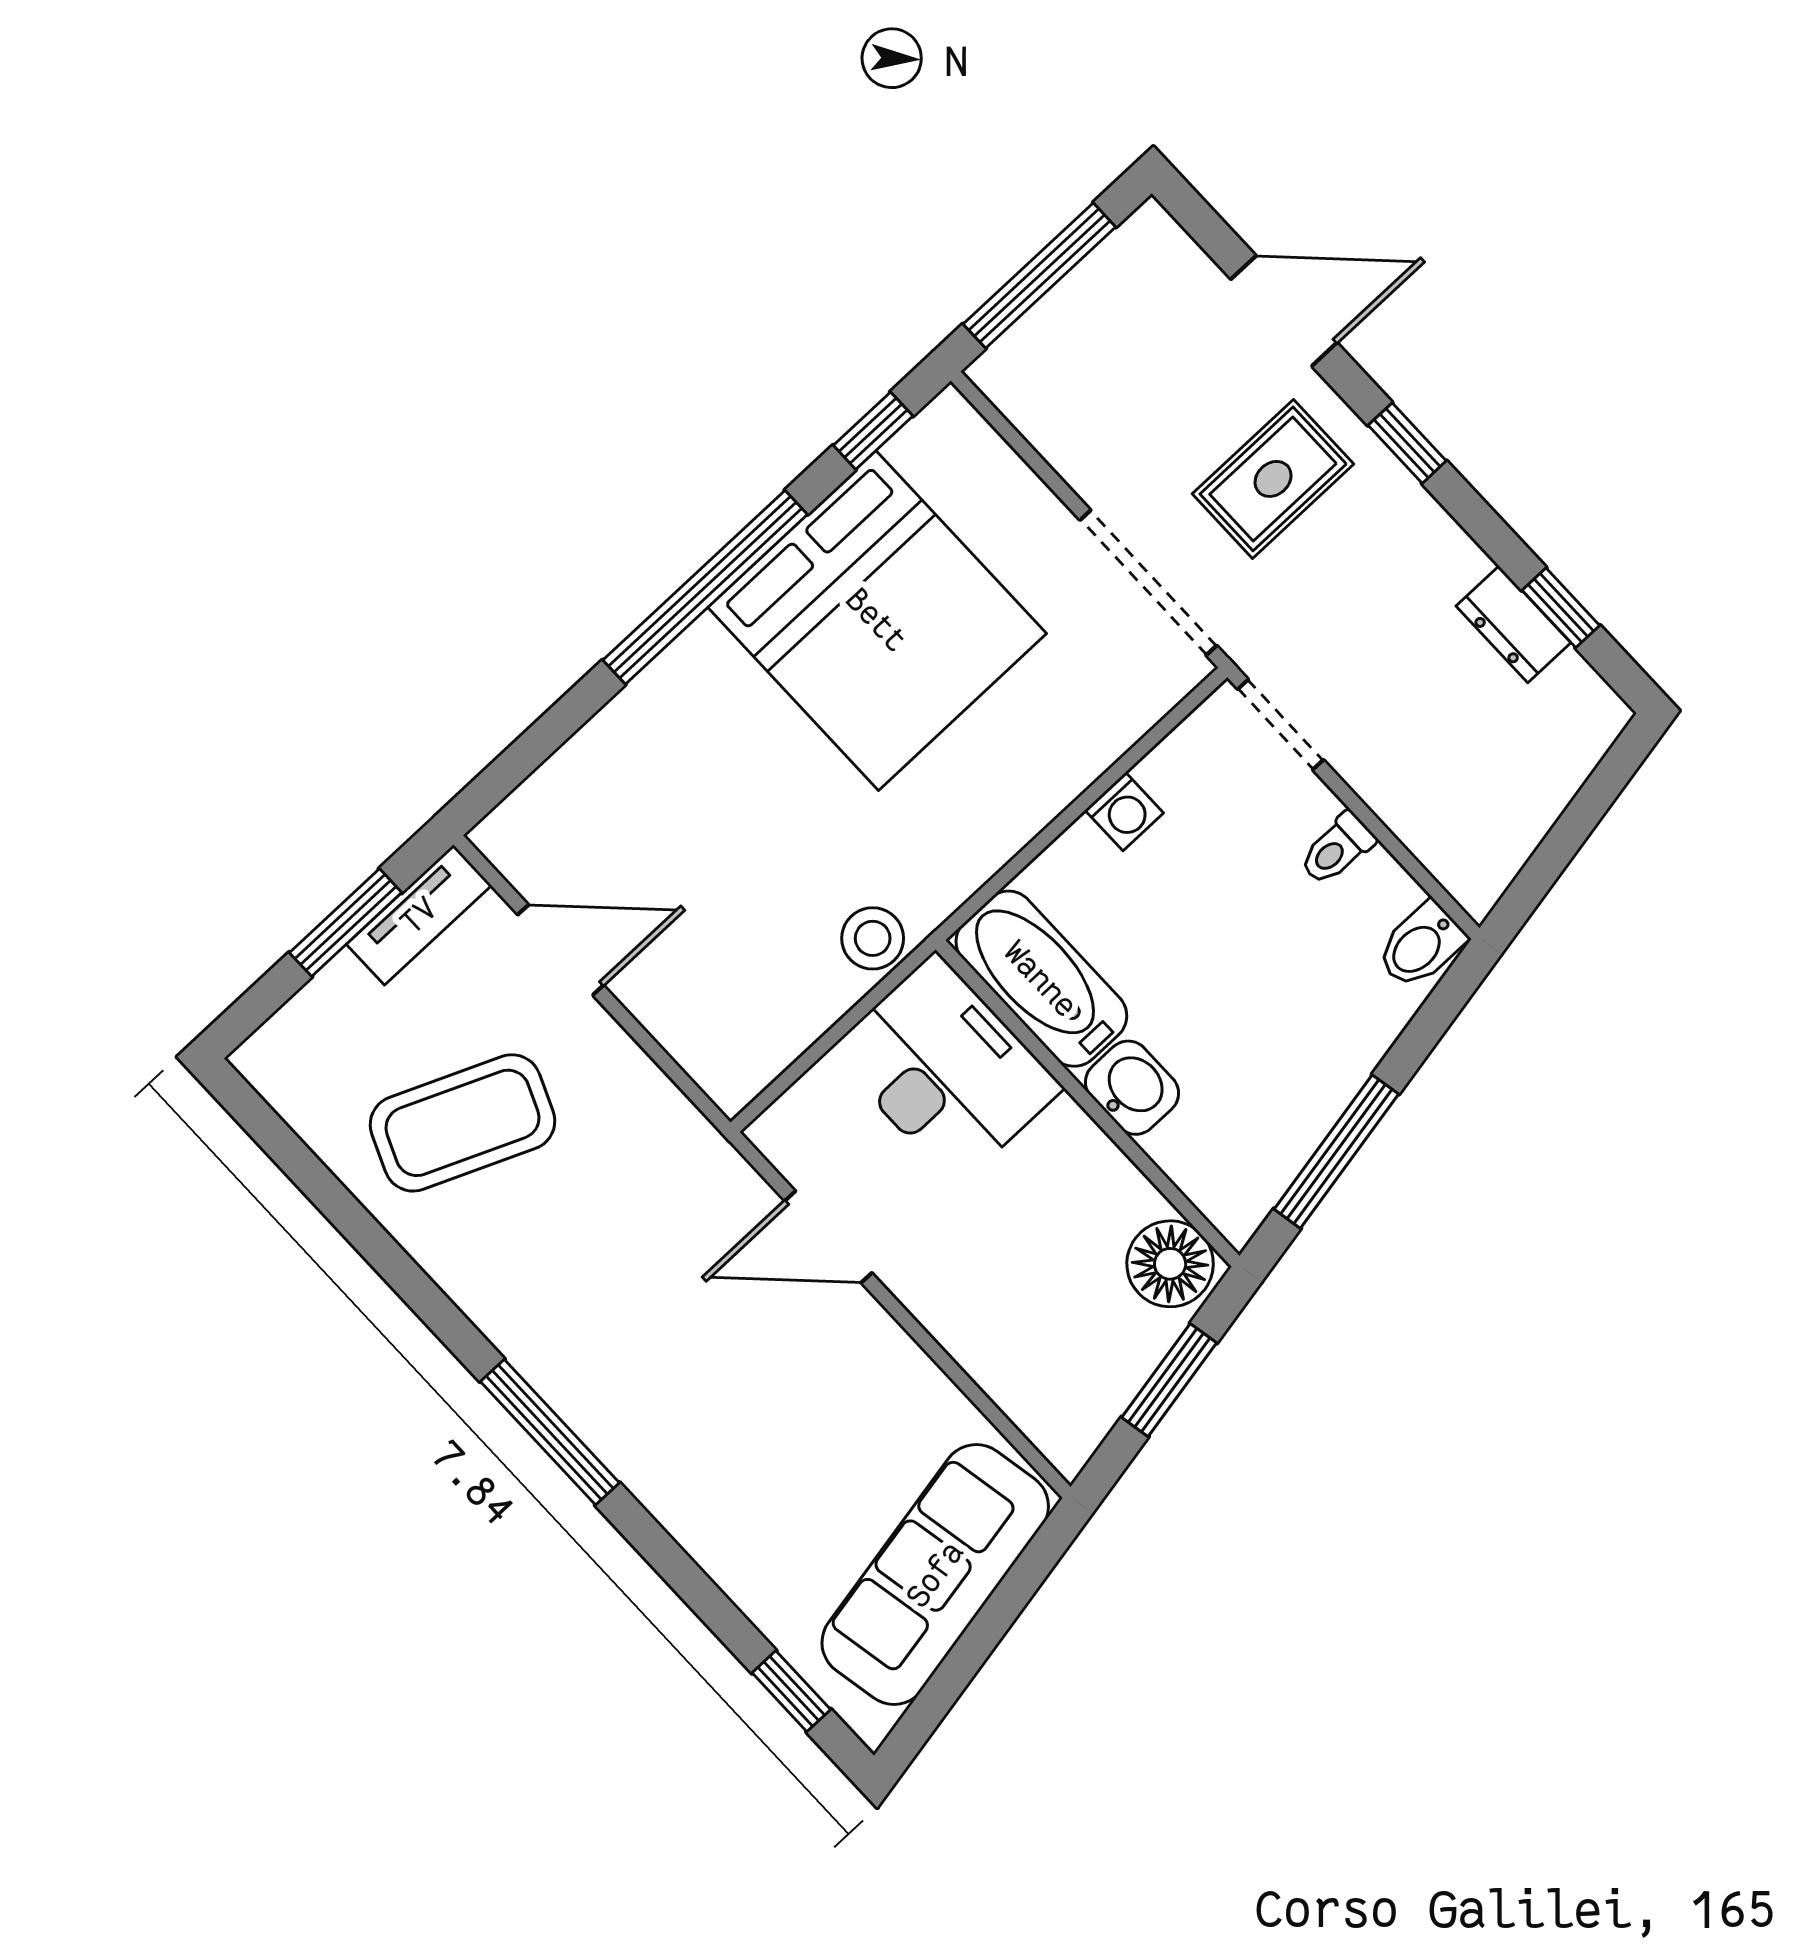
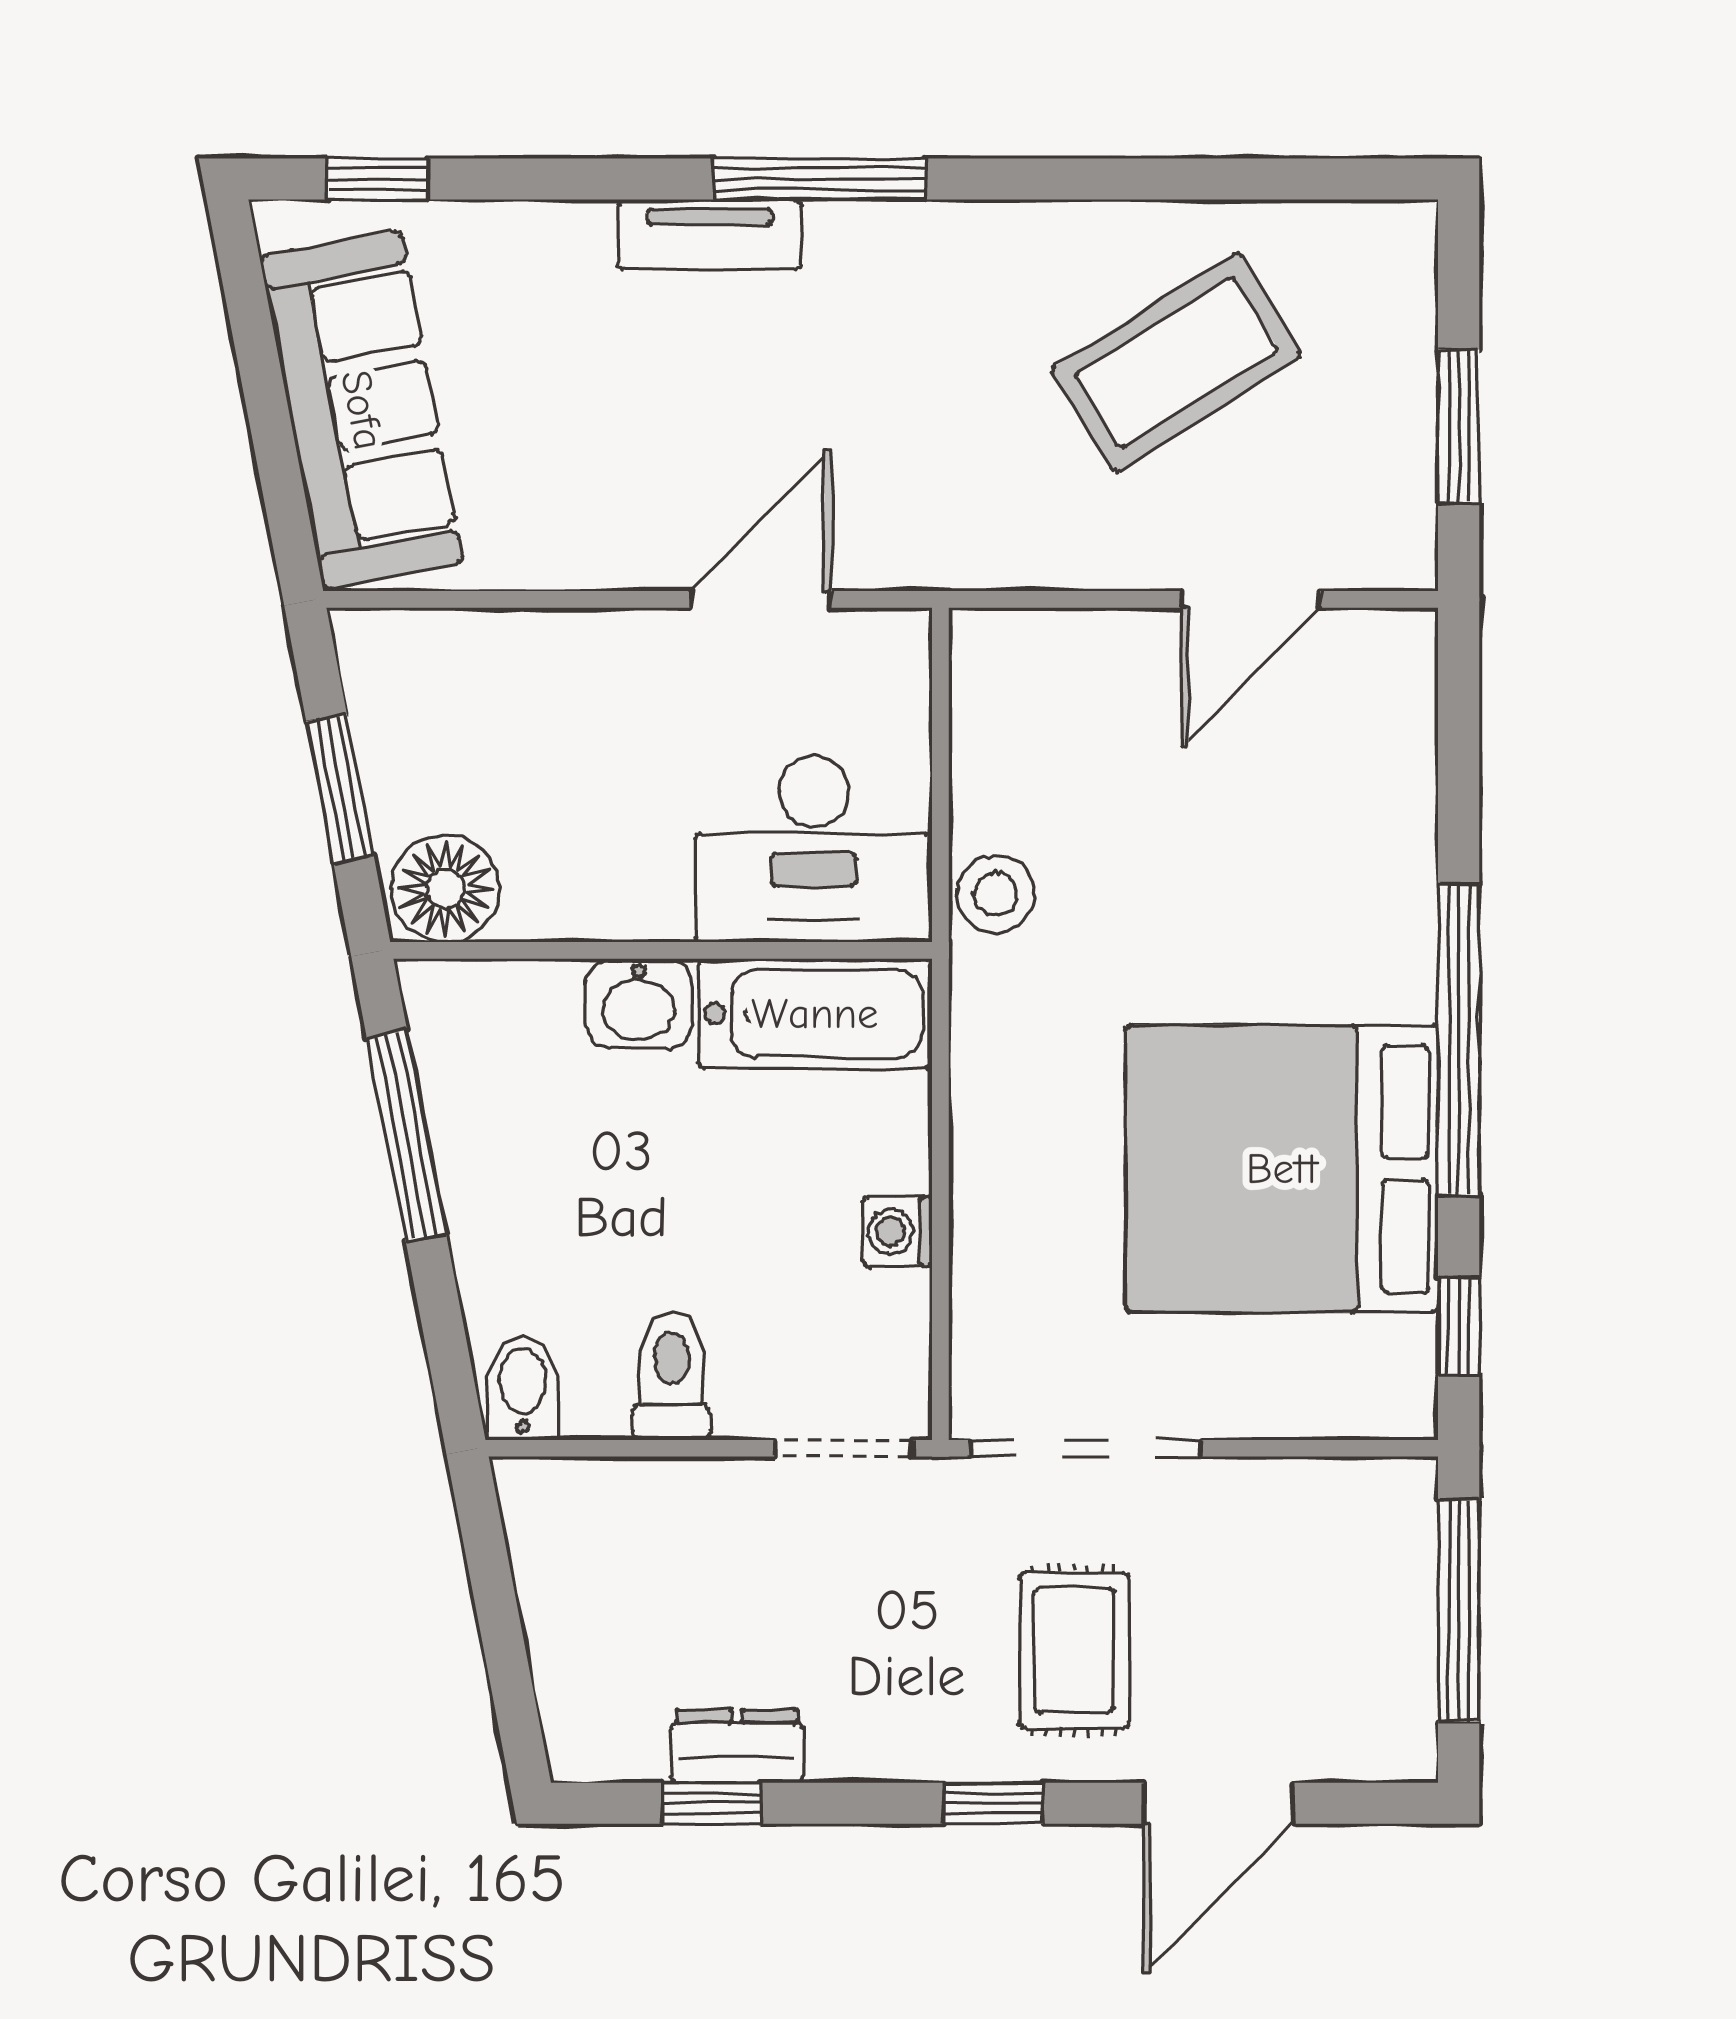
toilet: (1337, 849) -> (672, 1376), width x1.37, depth x1.39
tv unit: (419, 915) -> (710, 234), moved, turned -90
coffee table: (463, 1123) -> (1176, 363), turned 35

